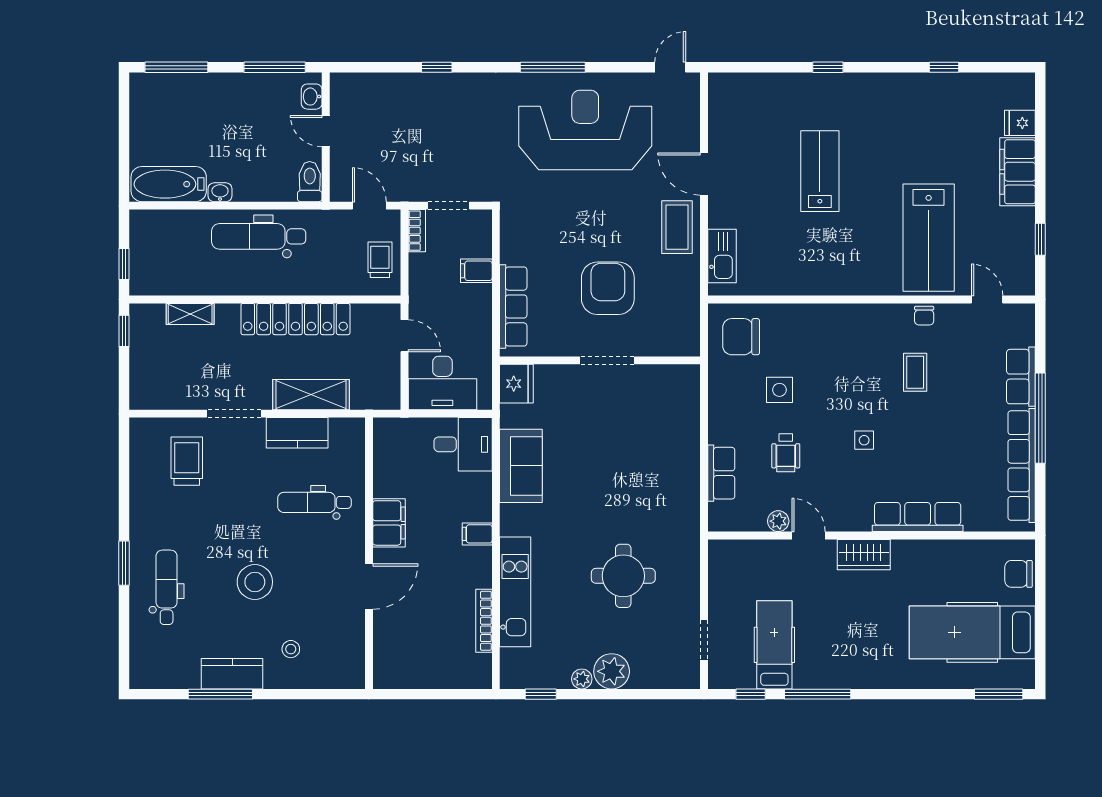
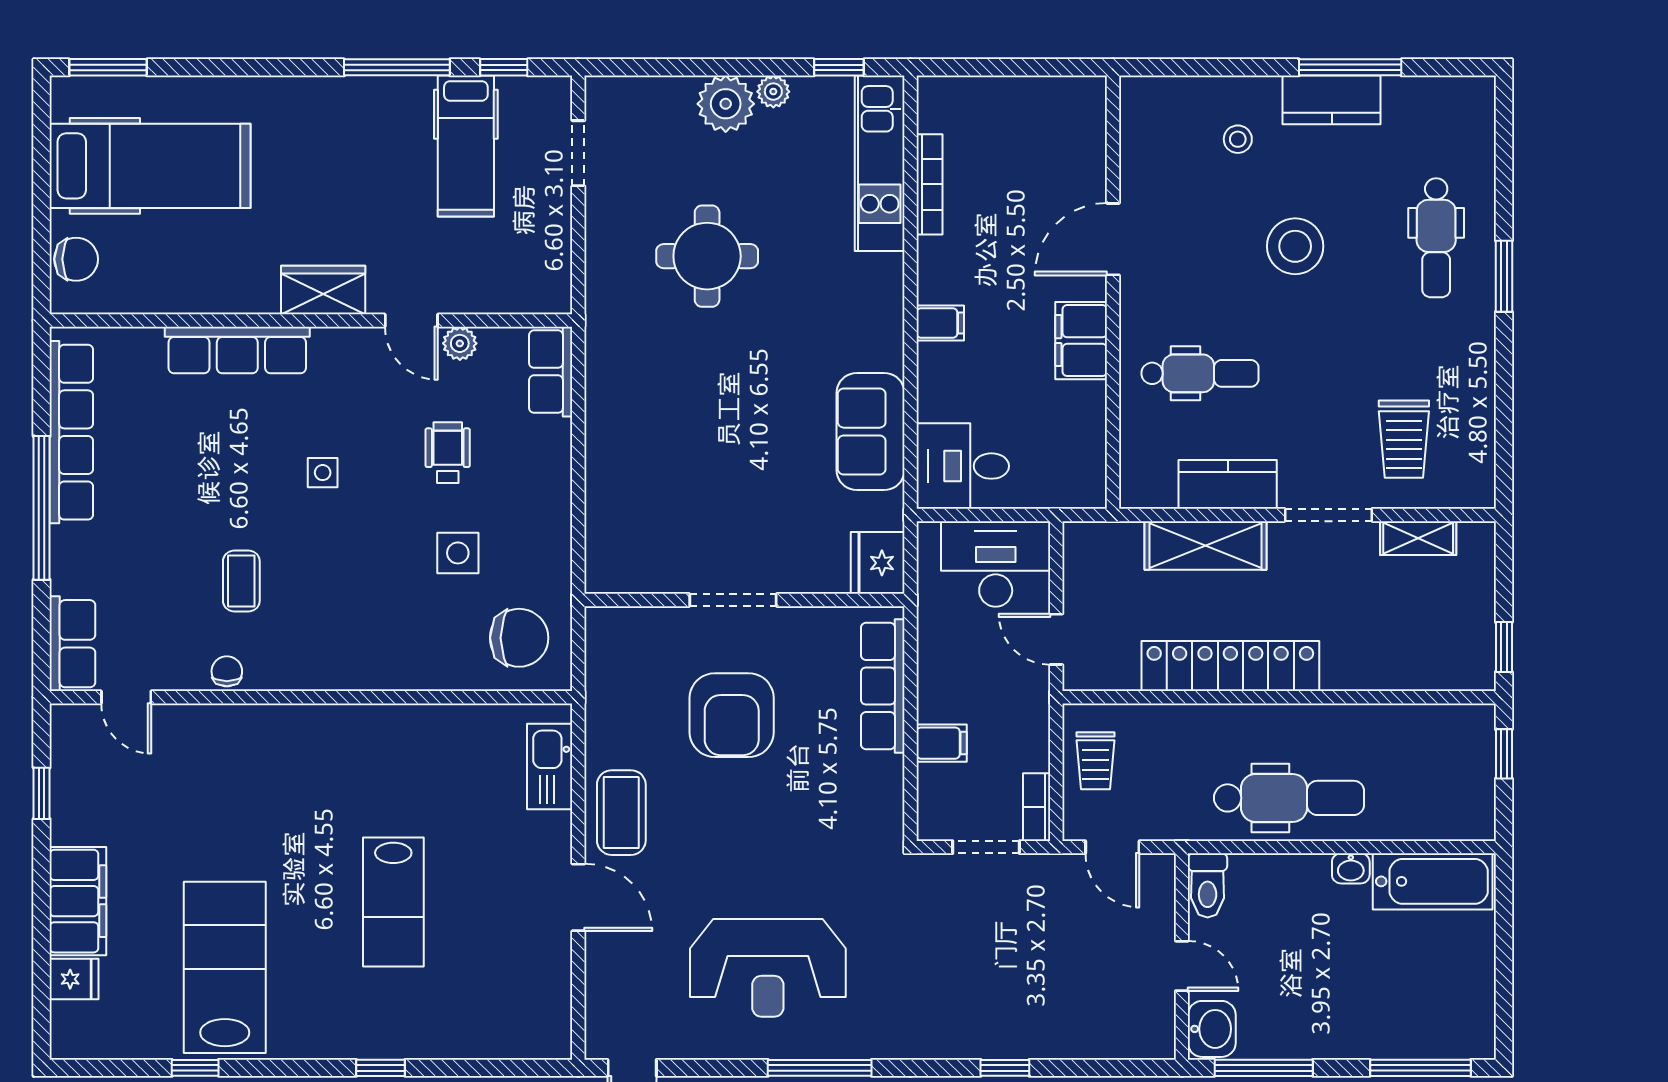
washbasin: (312, 97) -> (1212, 1029), width x1.38, depth x1.45
reception desk: (585, 130) -> (768, 968), width x0.74, depth x0.77
lab bench: (929, 238) -> (225, 967), moved
shelving: (190, 314) -> (1418, 538), moved
row of seats: (1021, 377) -> (72, 644), moved
row of seats: (721, 473) -> (551, 372), moved
kitchen unit: (515, 592) -> (880, 163), moved

